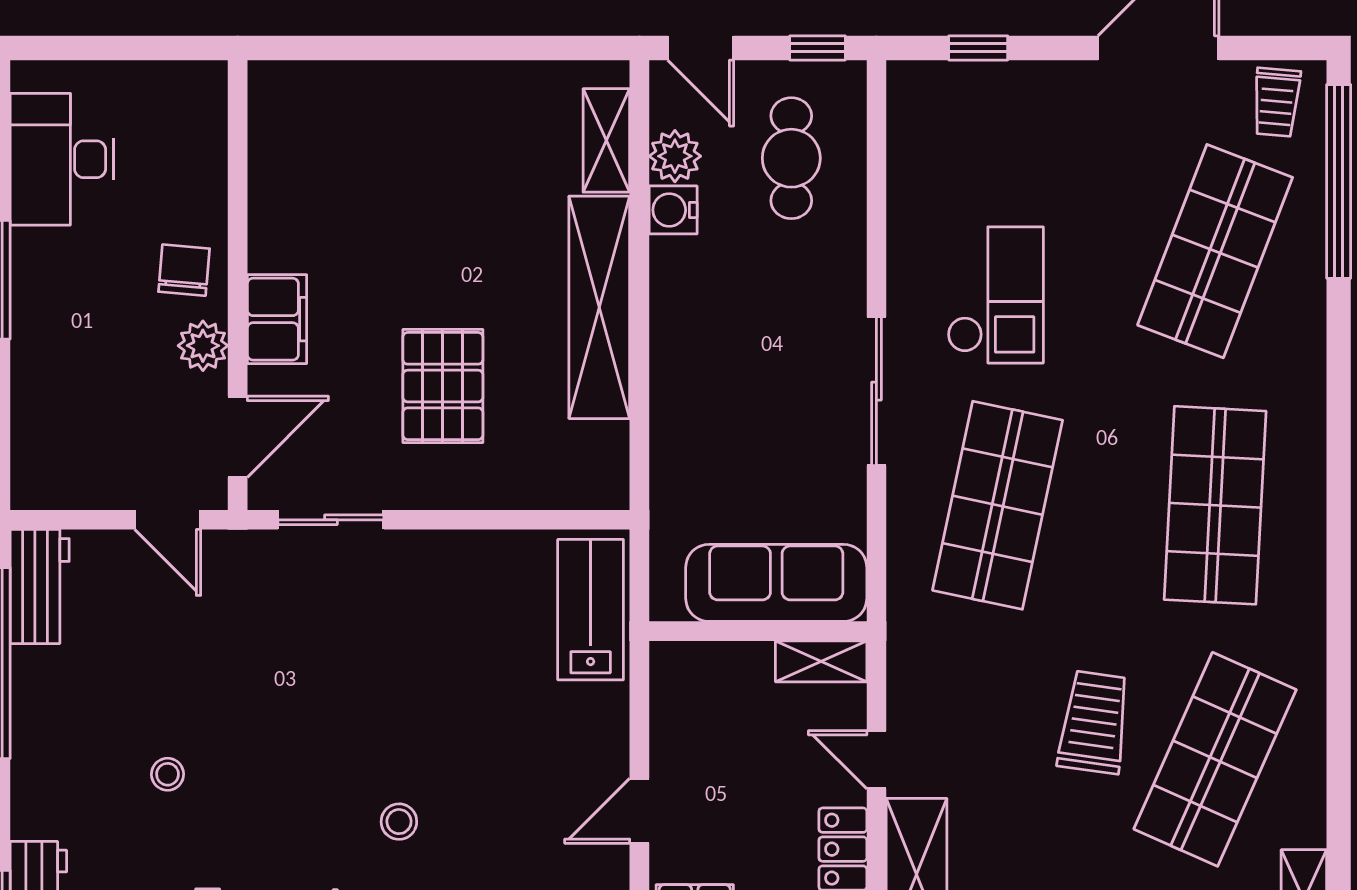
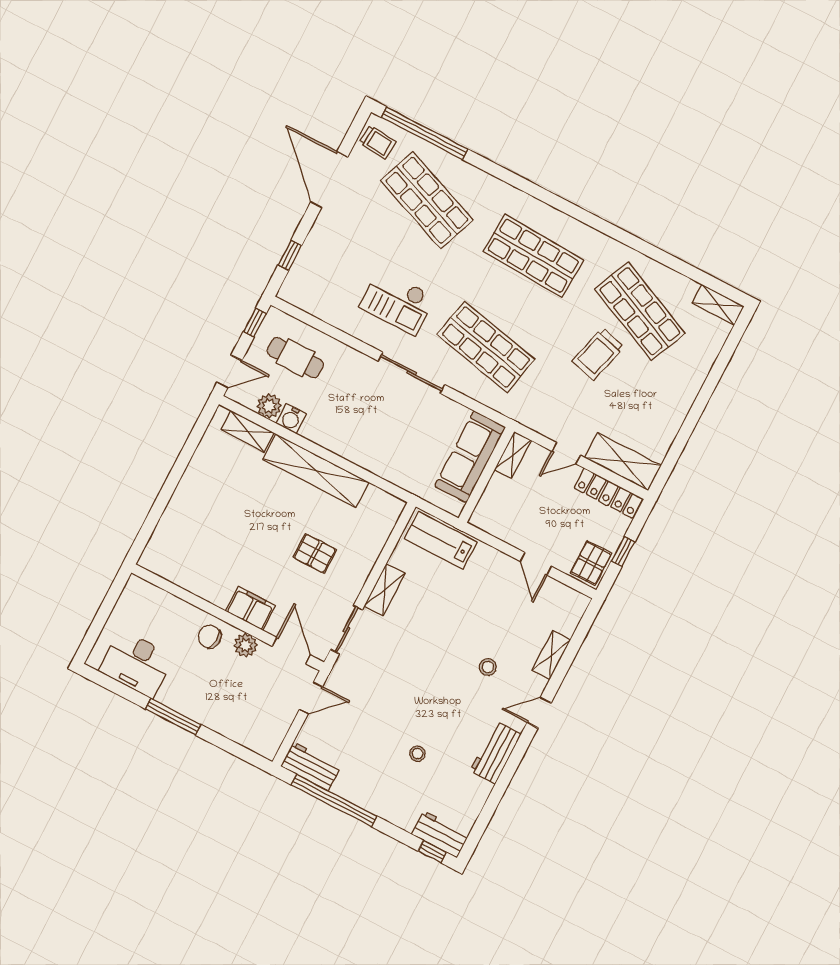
checkout: (995, 295) -> (397, 302), turned 180
pallet: (443, 386) -> (315, 553), width x0.67, depth x0.71
shelving: (443, 552) -> (385, 590), added
trolley: (1094, 722) -> (598, 354), turned -83

